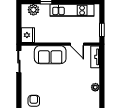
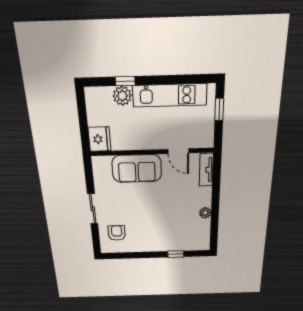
plant: (33, 10) -> (122, 96), moved
window: (102, 30) -> (219, 109), moved
sliding door: (19, 62) -> (93, 209), moved

